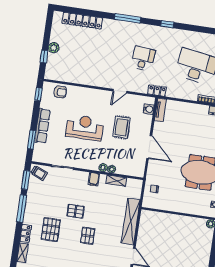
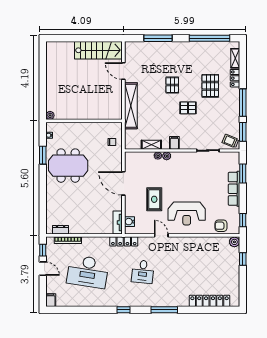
plant: (54, 48) -> (234, 242), moved
door: (120, 91) -> (161, 235), hinge flipped
locker: (157, 91) -> (124, 241), width x1.53
reception desk: (85, 128) -> (187, 213), moved

